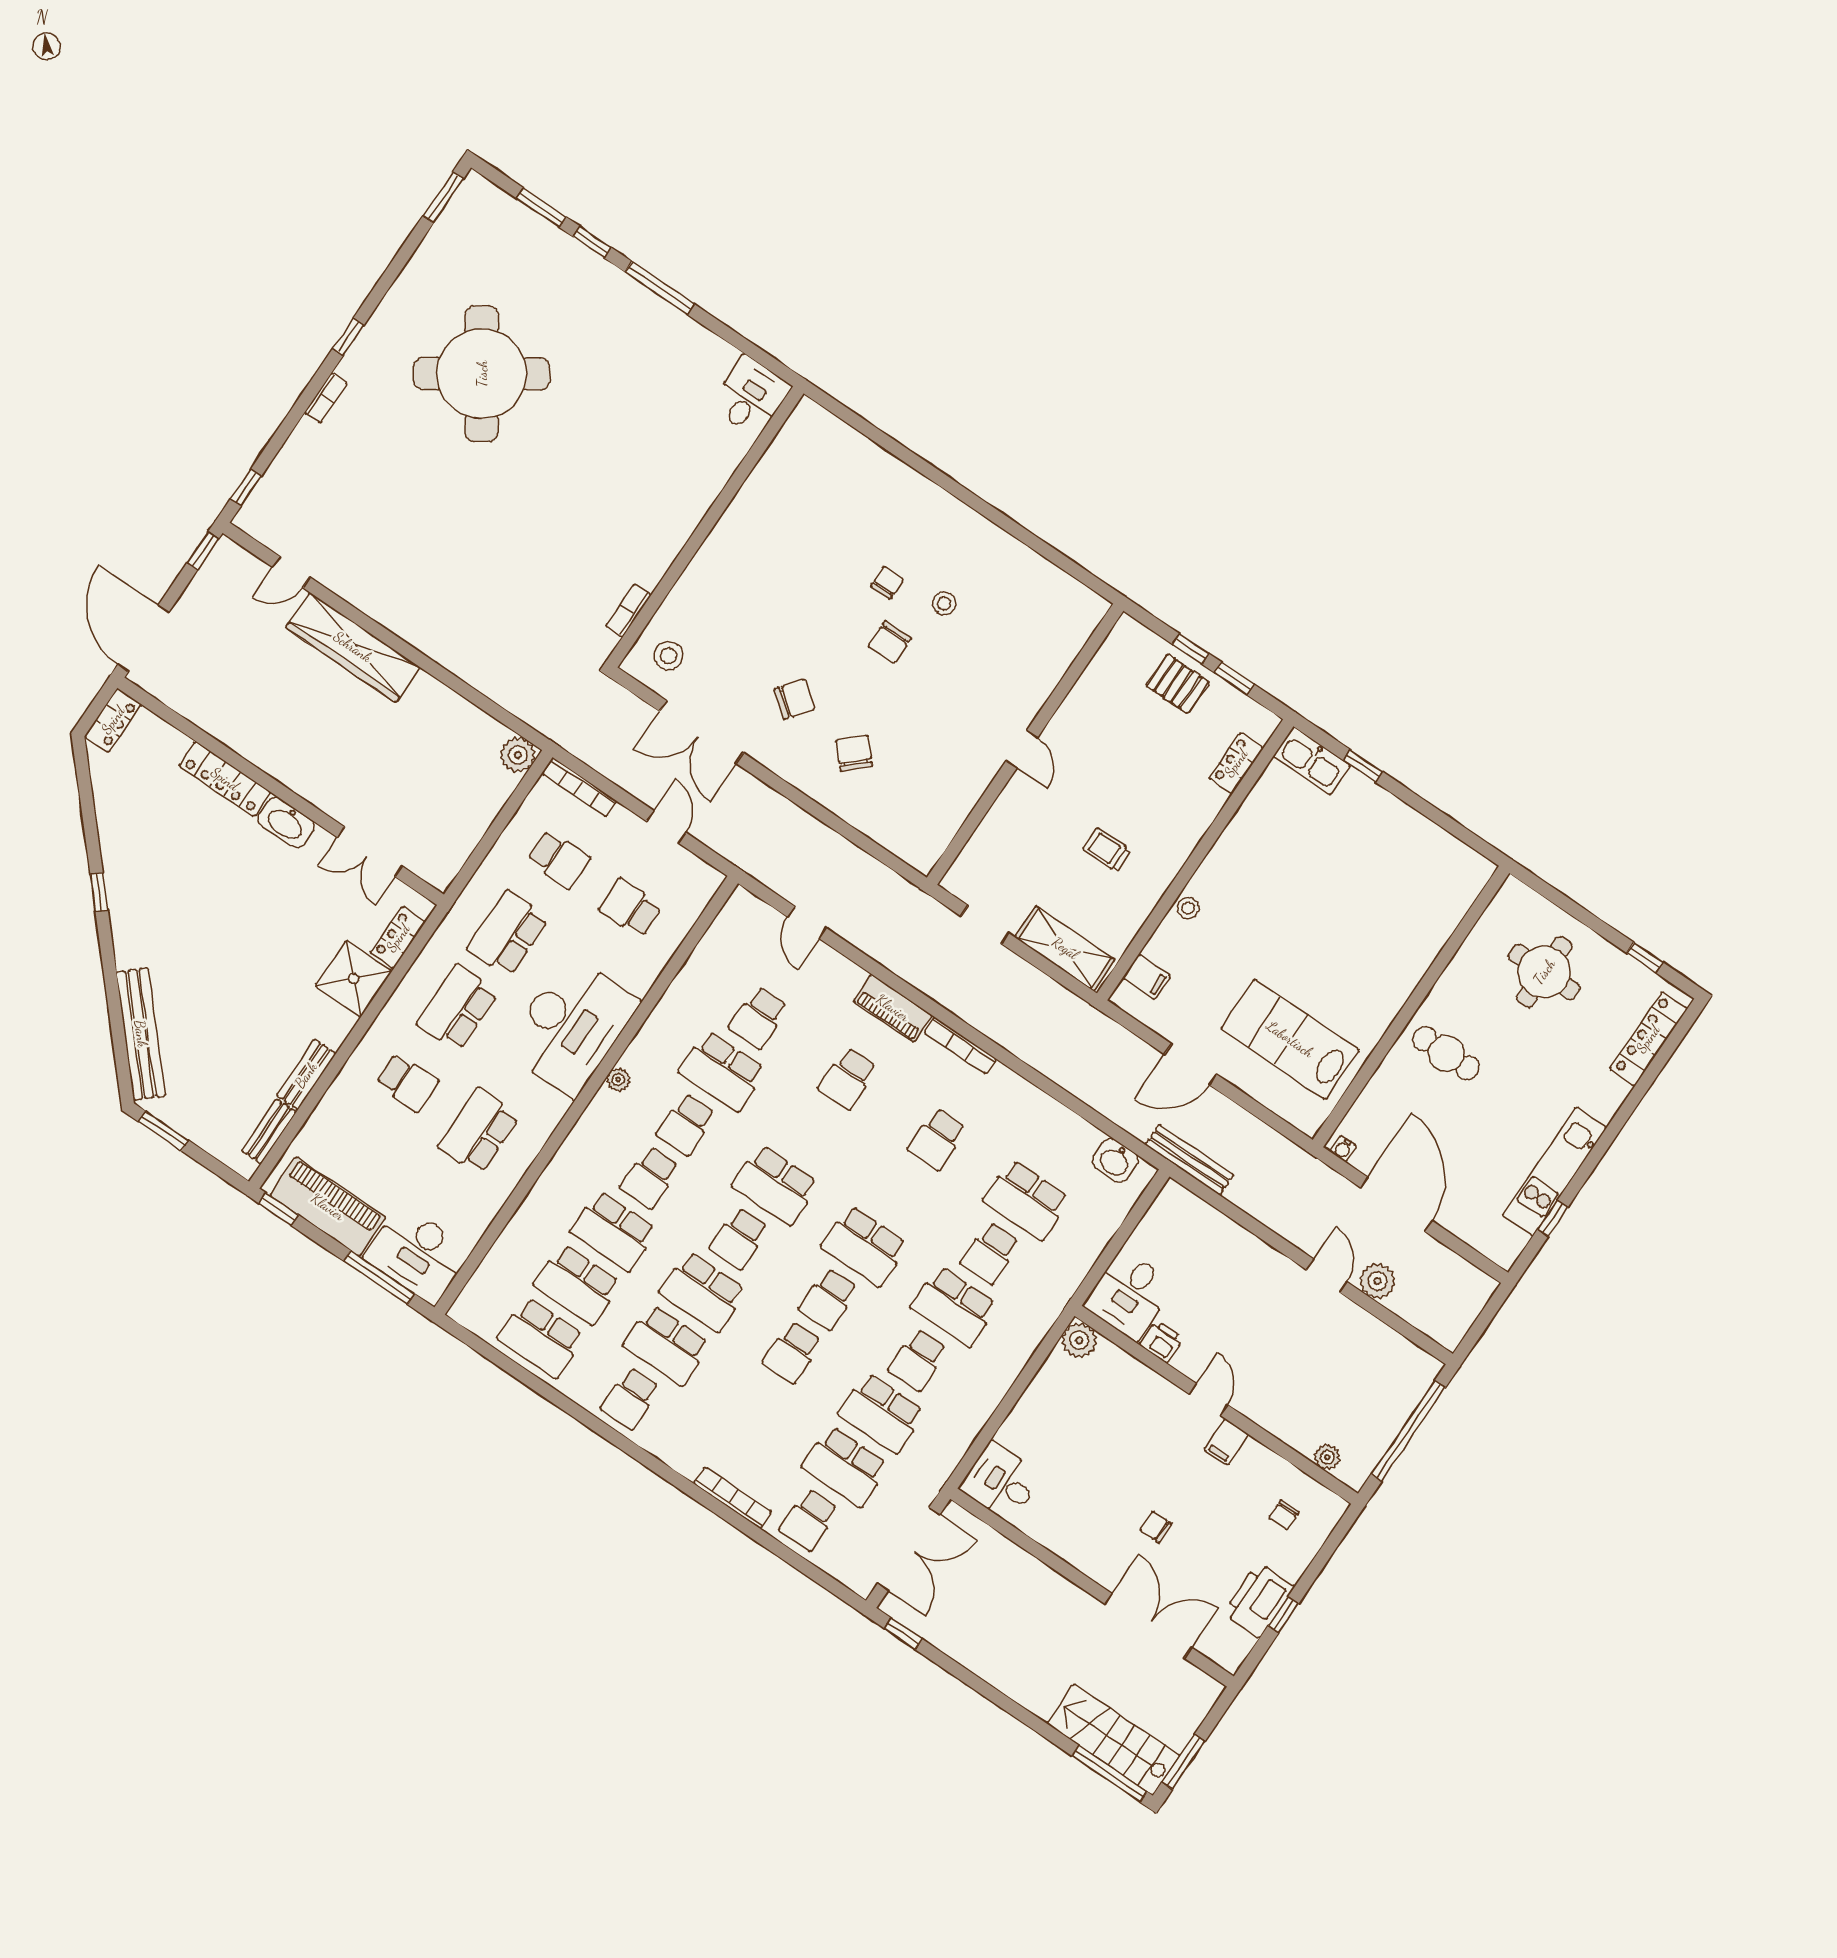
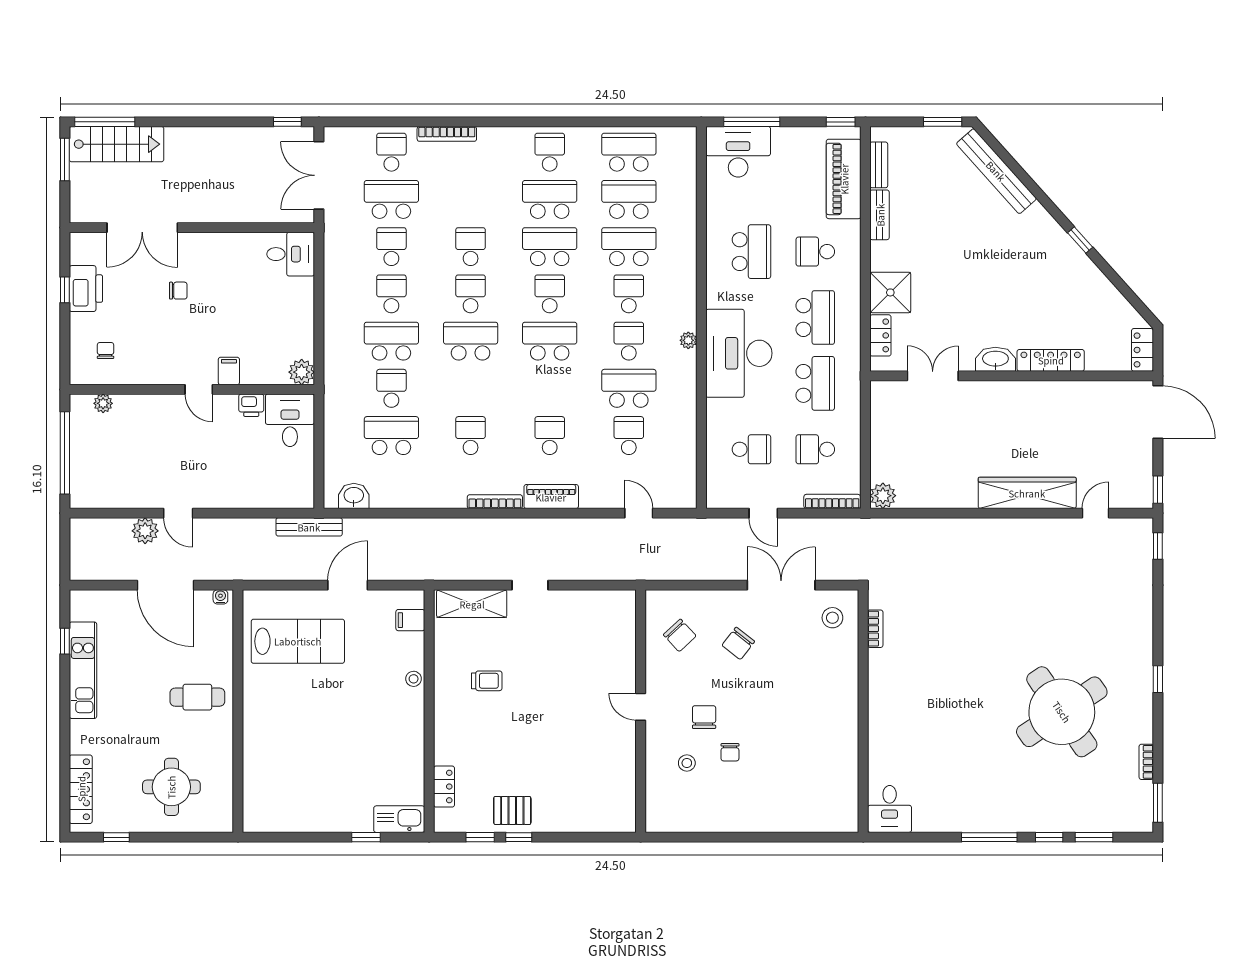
bookcase: (326, 398) -> (1146, 762), moved
wall: (1025, 744) -> (641, 711), moved
door: (1022, 749) -> (641, 707), moved
piano: (328, 1207) -> (844, 179), moved, turned 90
school desk: (882, 1413) -> (391, 247), width x0.54
filing cabinet: (1226, 1442) -> (229, 371), moved

